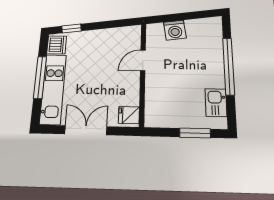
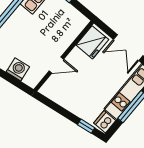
fridge: (129, 115) -> (92, 42), width x1.88, depth x1.34

